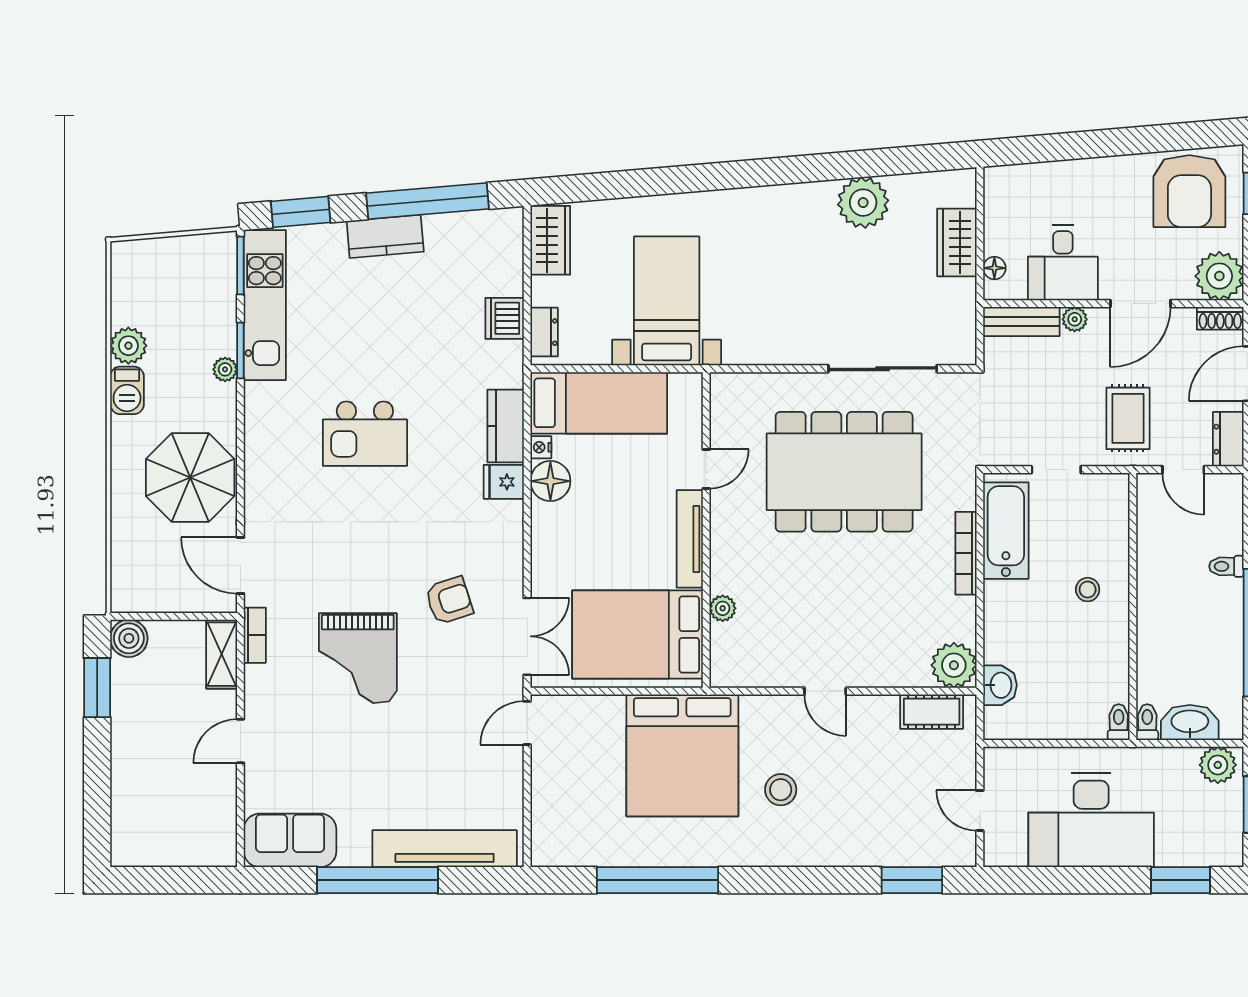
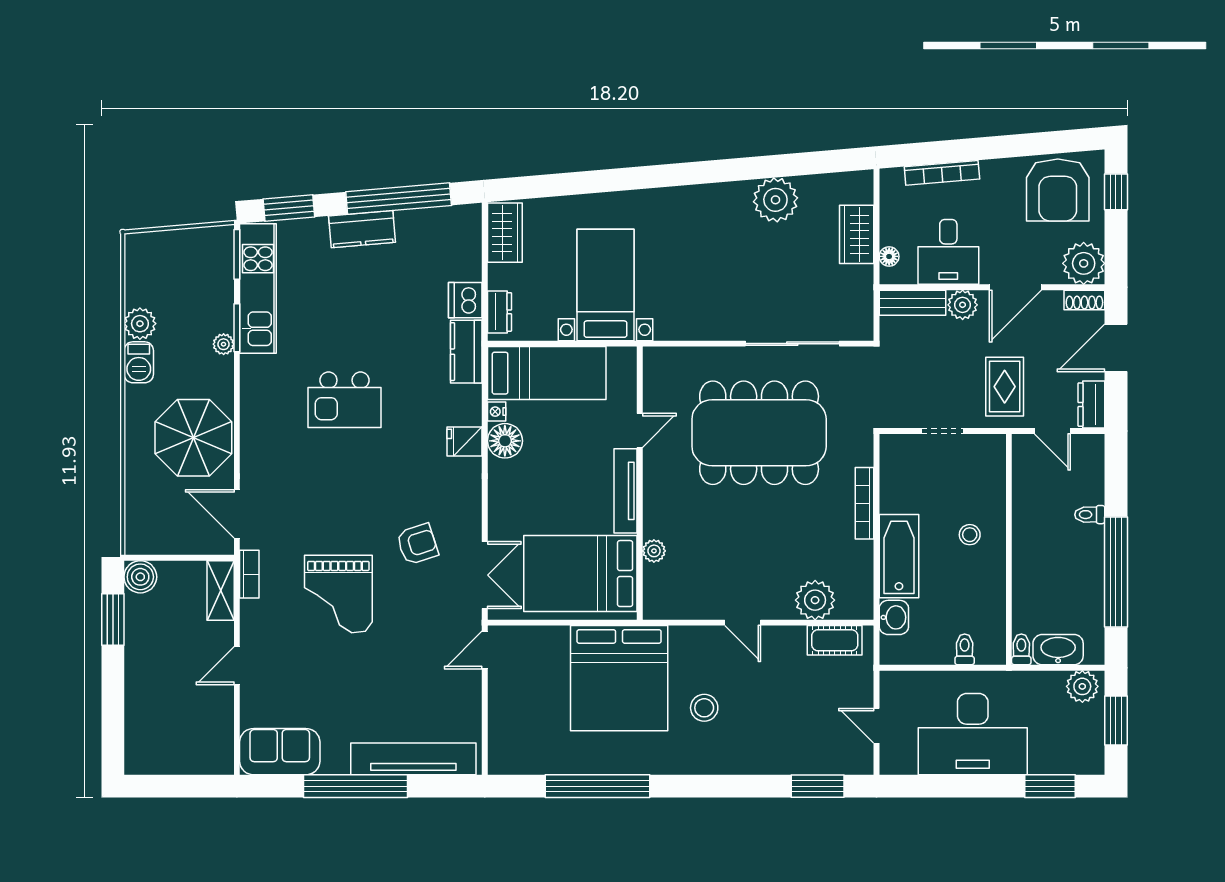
bookcase: (1056, 171) -> (942, 173), added
plant: (1075, 319) -> (963, 305), width x1.38, depth x1.38
kitchen counter: (506, 426) -> (466, 352), moved
bathtub: (1006, 531) -> (899, 556), moved
plant: (954, 665) -> (815, 600), moved
toilet: (1119, 722) -> (965, 649), moved

